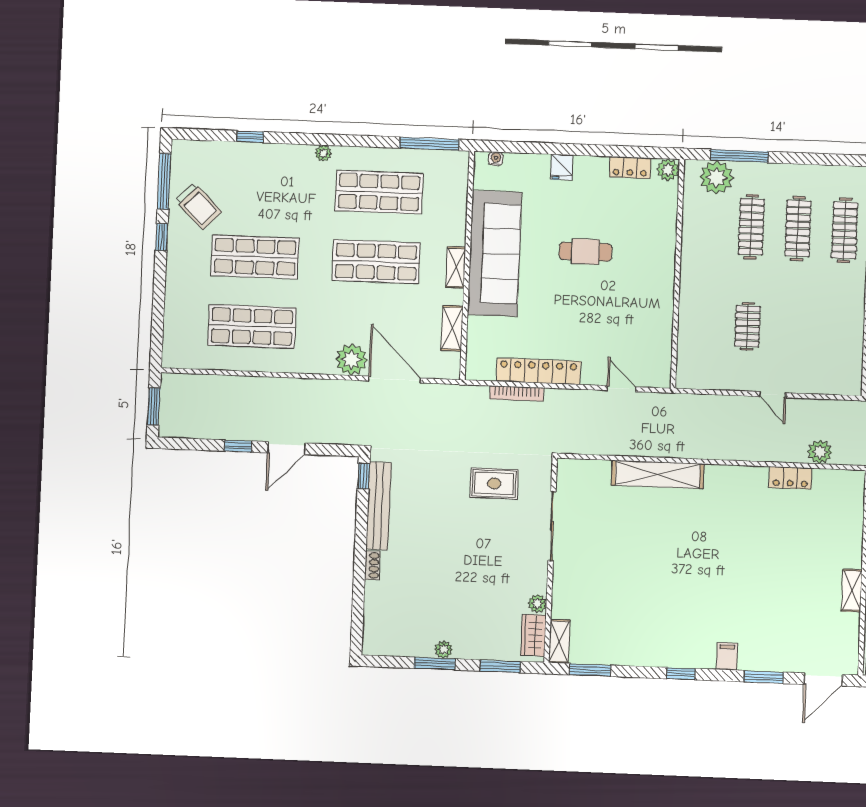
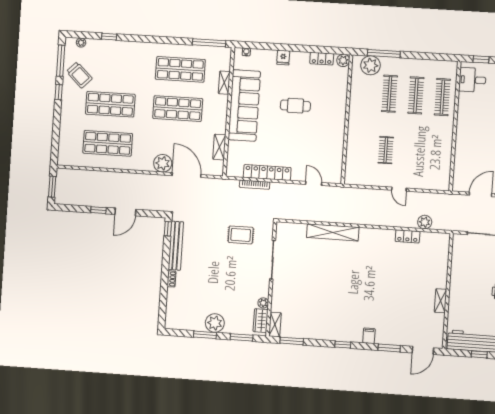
plant: (323, 153) -> (81, 43), moved
shelving: (456, 267) -> (224, 83), moved
plant: (444, 650) -> (215, 323), width x1.87, depth x1.87

